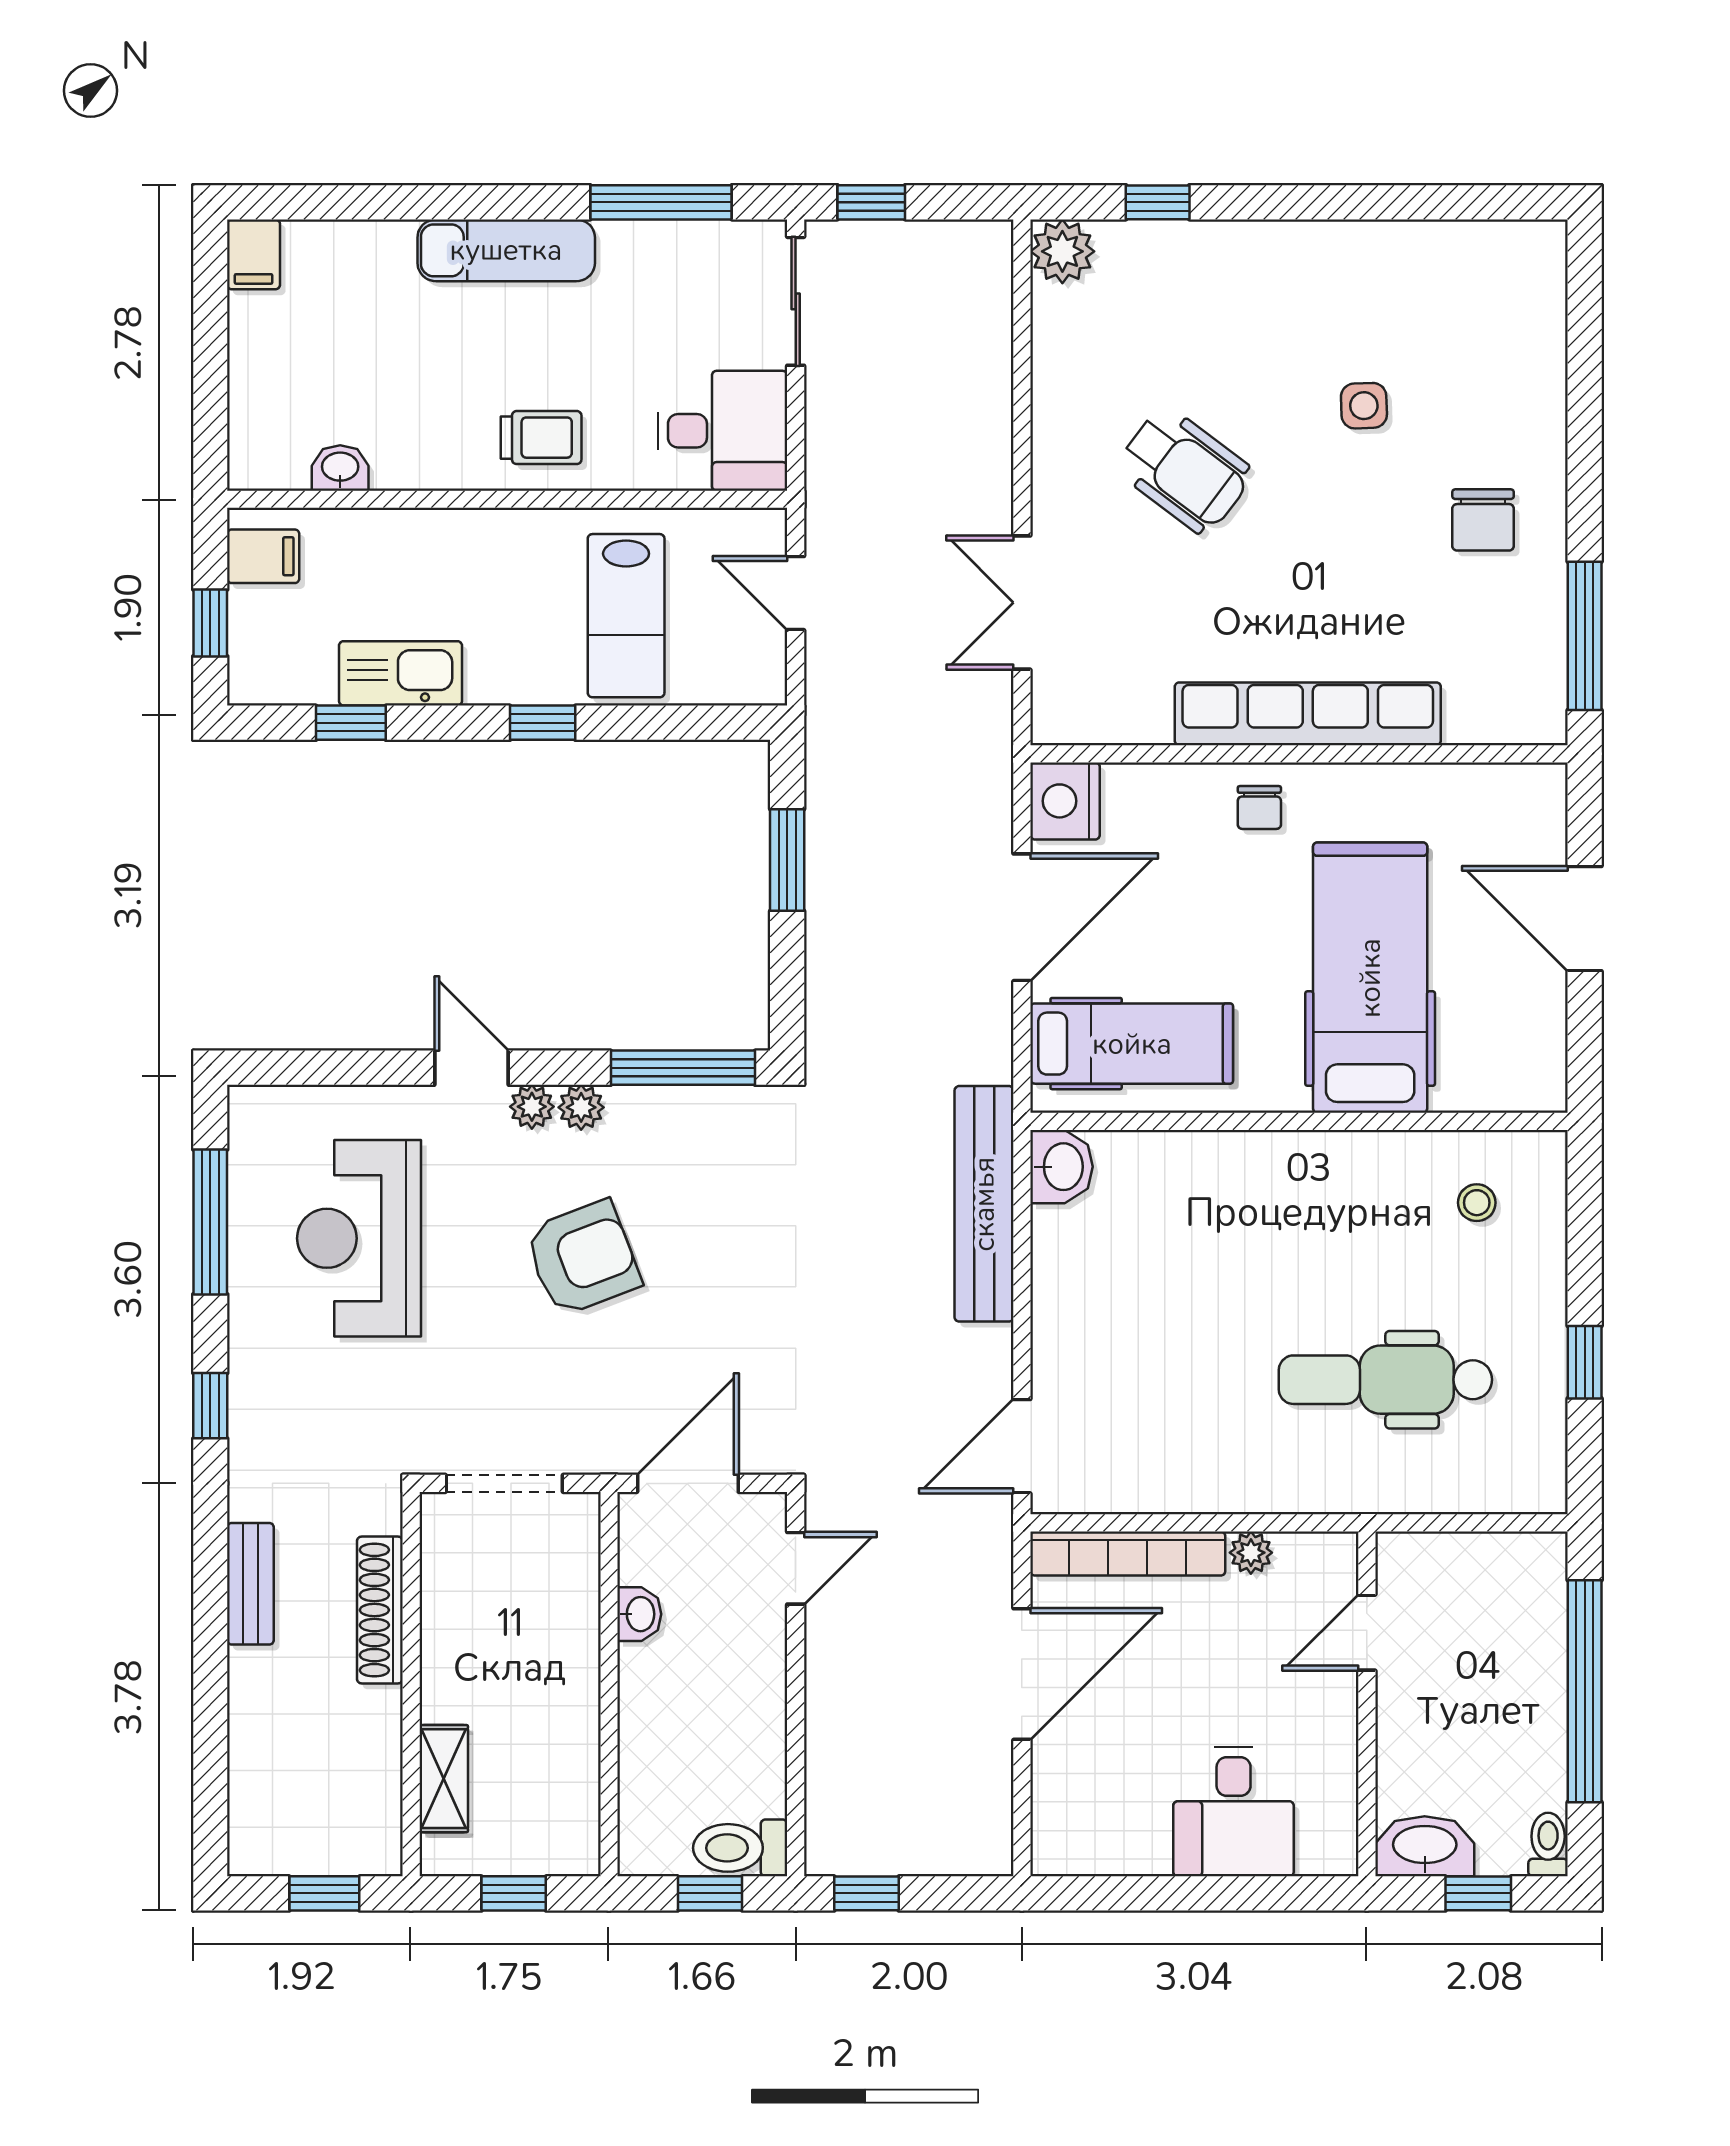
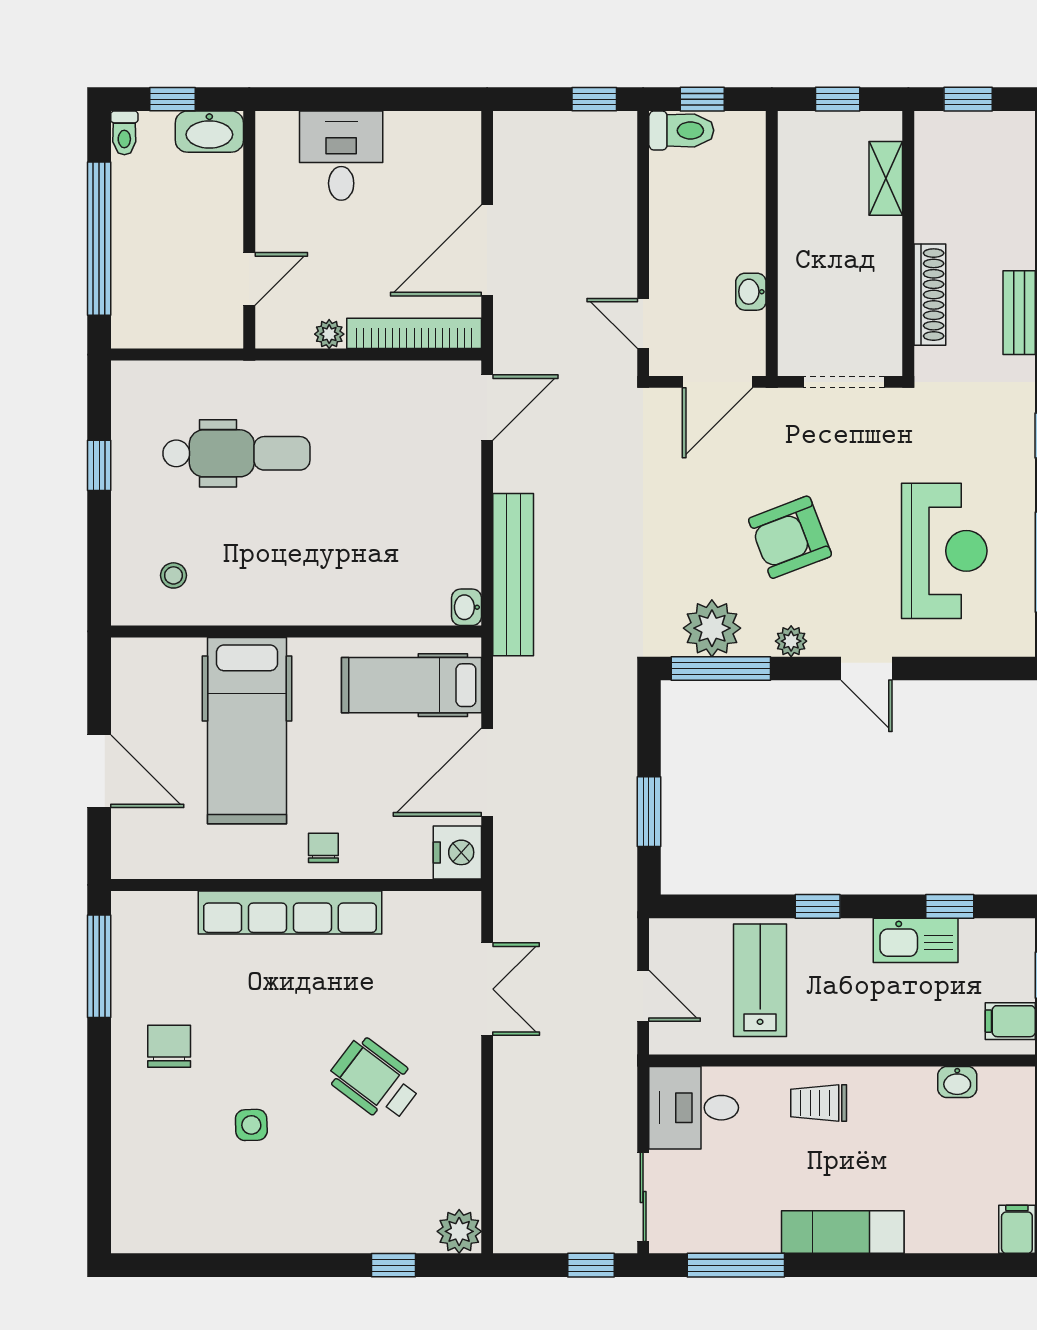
plant: (532, 1107) -> (712, 628), moved, width x1.88, depth x1.88
washbasin: (1061, 1167) -> (466, 607), width x0.72, depth x0.69
door: (796, 1568) -> (643, 323), hinge flipped

